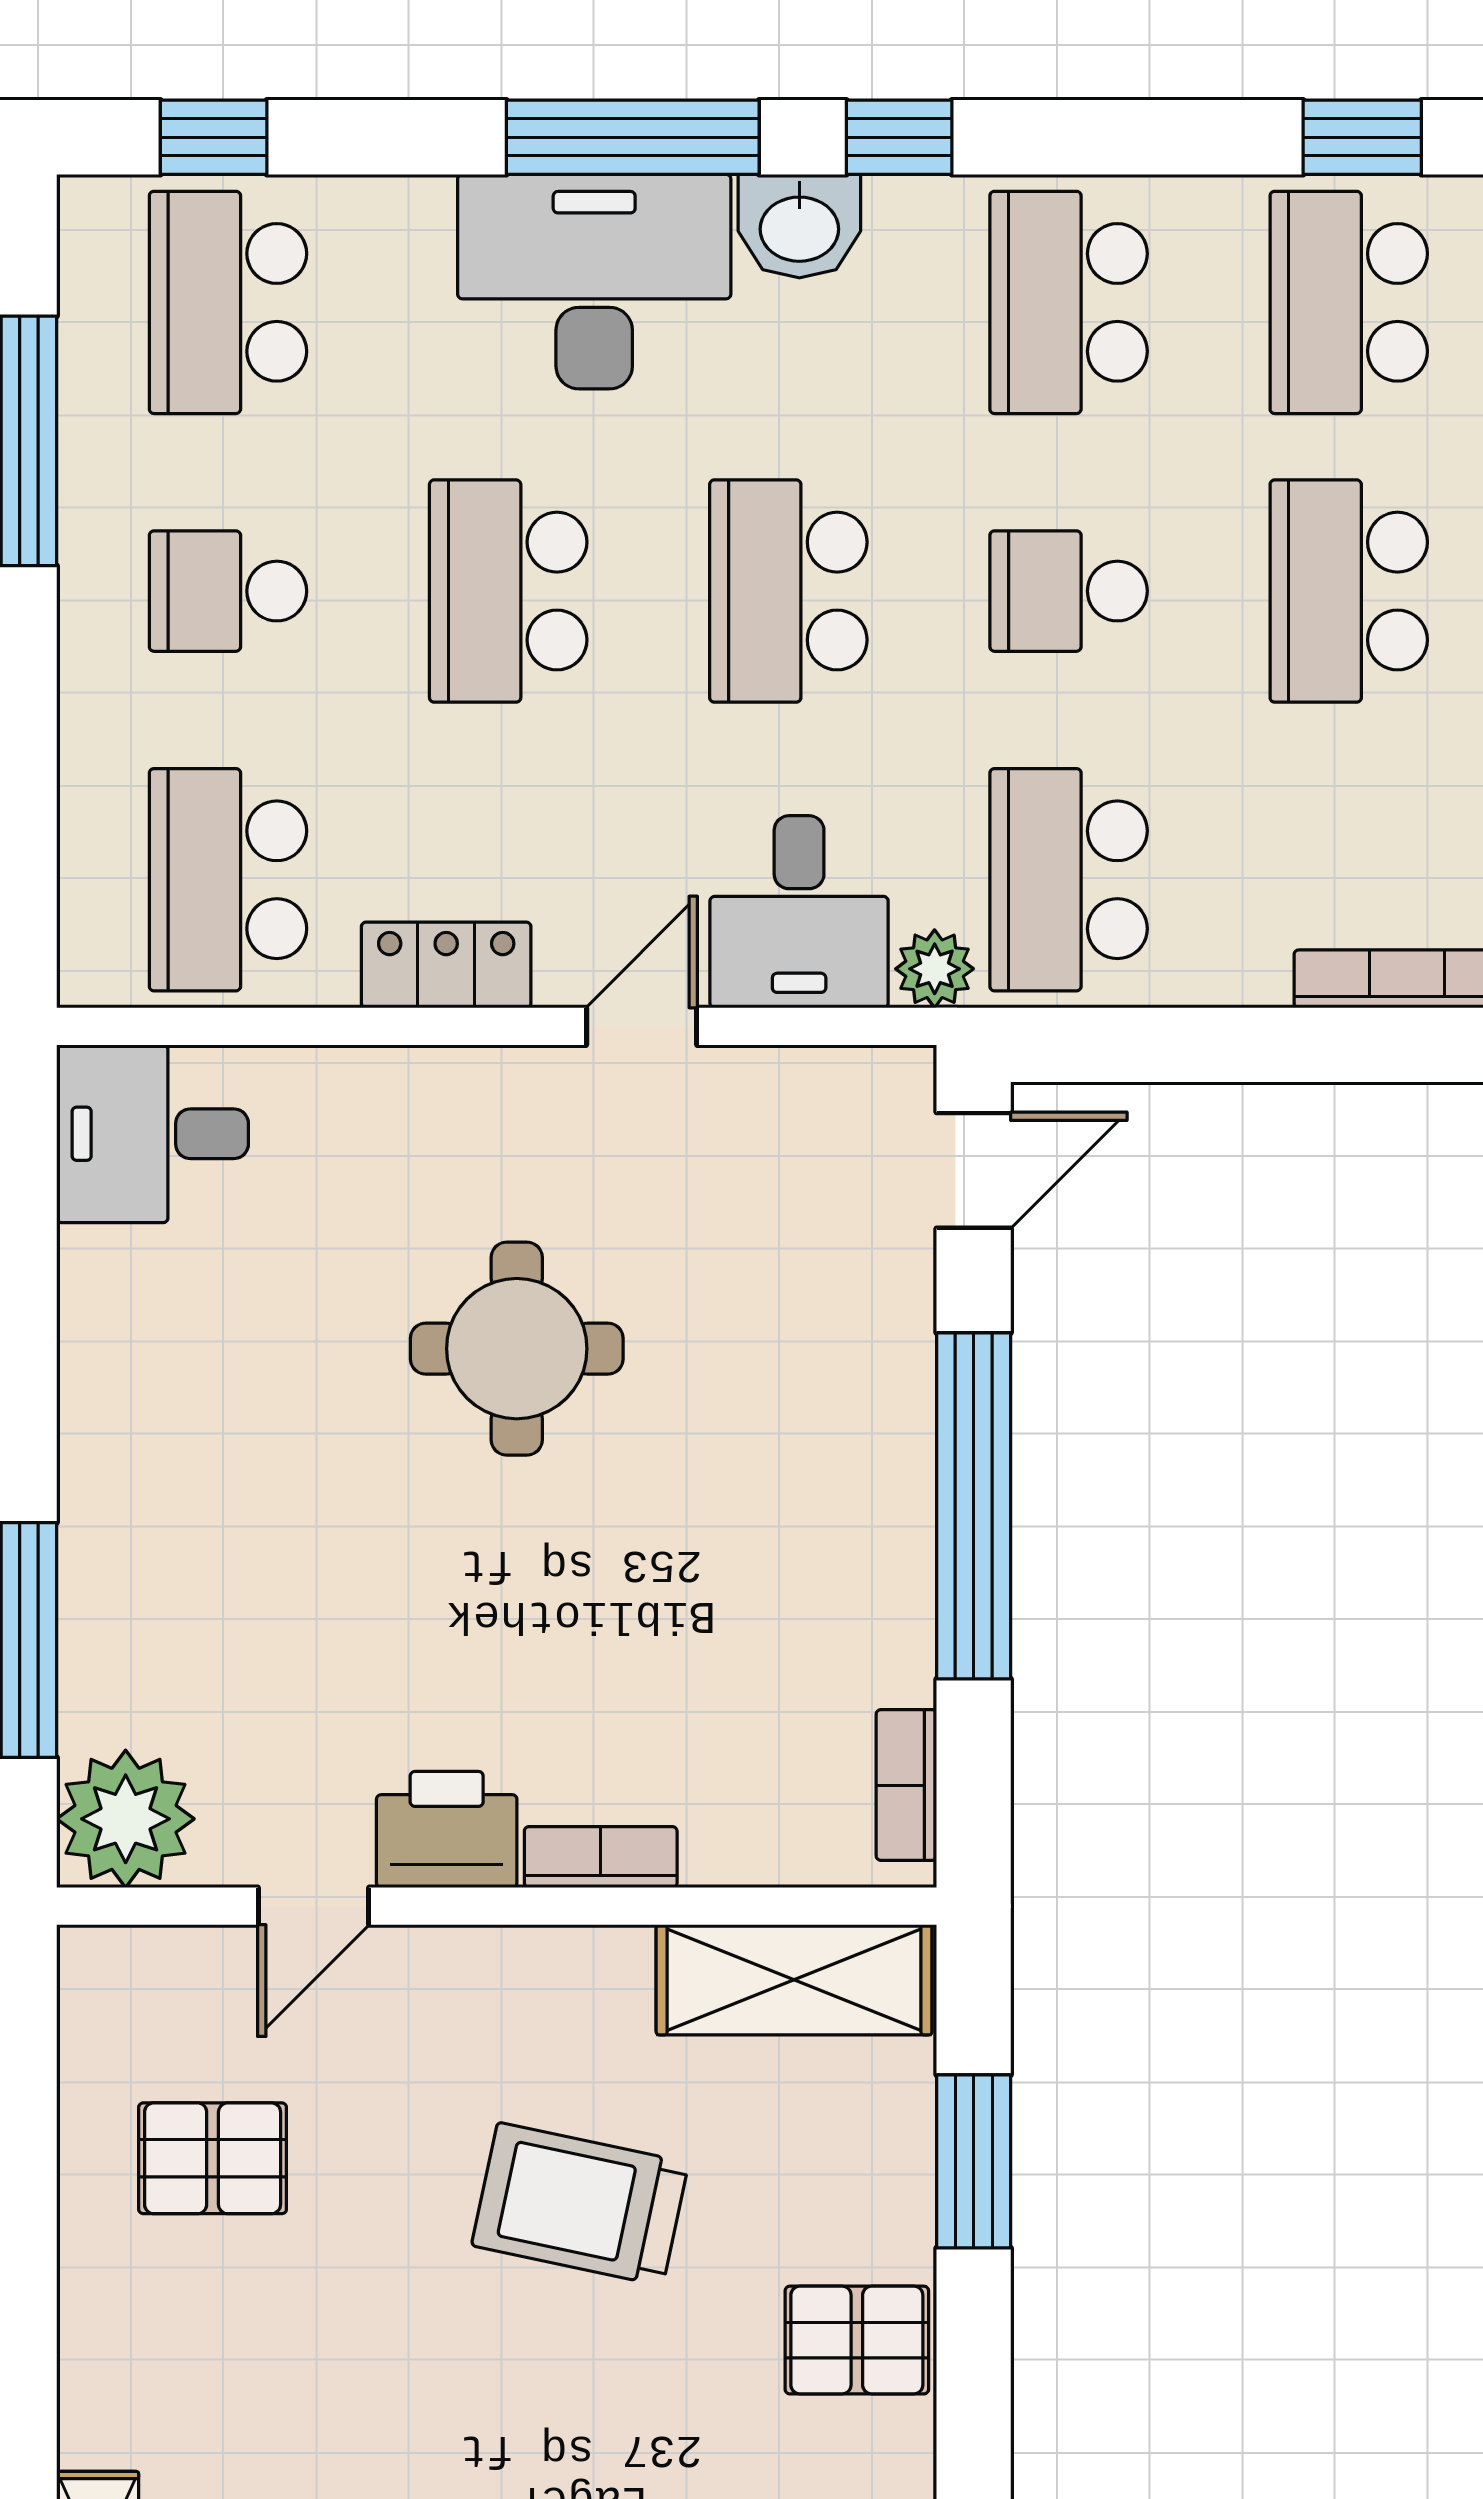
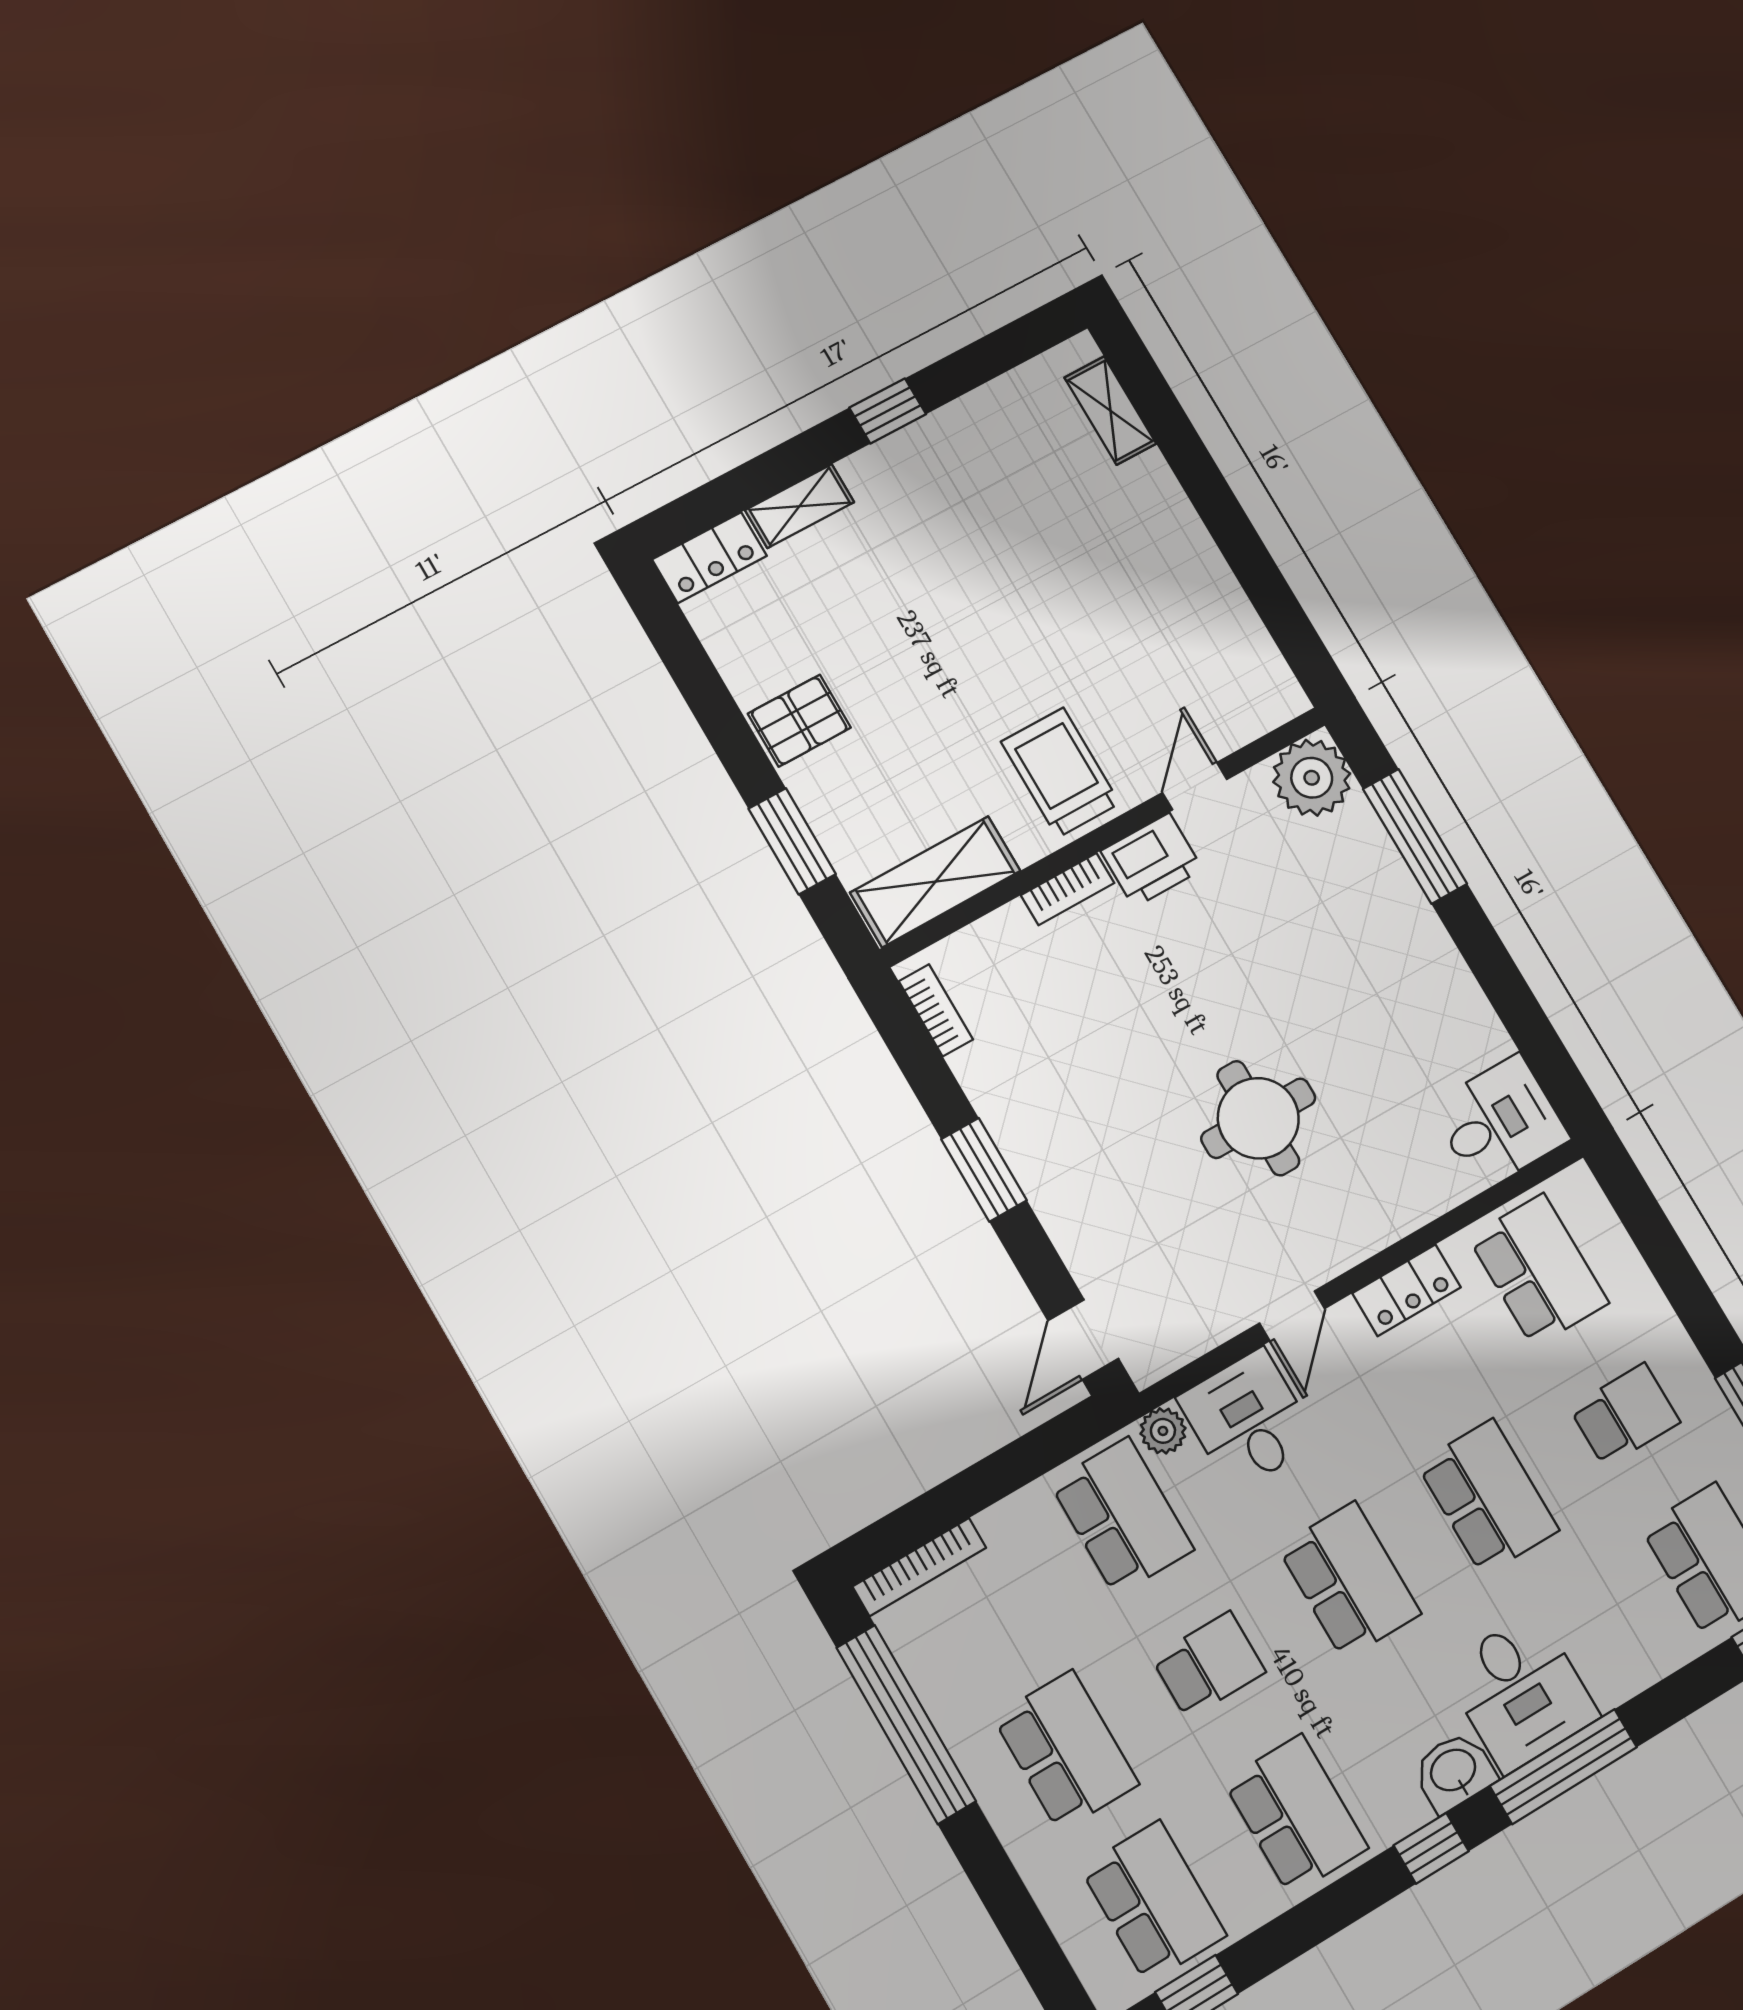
desk: (594, 282) -> (1521, 1692), width x0.73
window: (974, 1506) -> (984, 1170), width x0.47
pallet: (213, 2158) -> (1171, 636), removed
trolley: (580, 2204) -> (1060, 773), moved, turned -102

